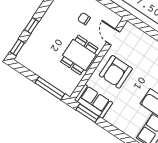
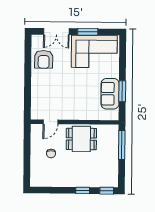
armchair: (116, 72) -> (76, 102), removed
sofa: (93, 101) -> (110, 94), moved
window: (87, 113) -> (122, 91), moved

